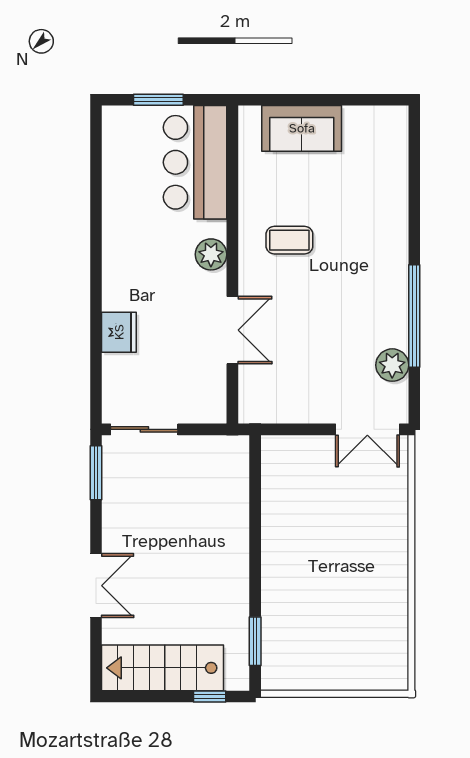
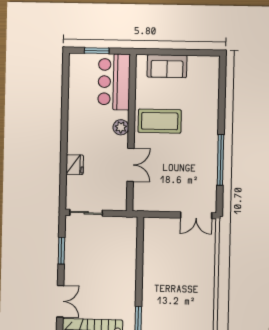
coffee table: (289, 240) -> (160, 121), width x1.86, depth x1.72
plant: (392, 365) -> (209, 184), removed
window: (96, 473) -> (61, 251), moved
double door: (96, 586) -> (60, 301), moved

